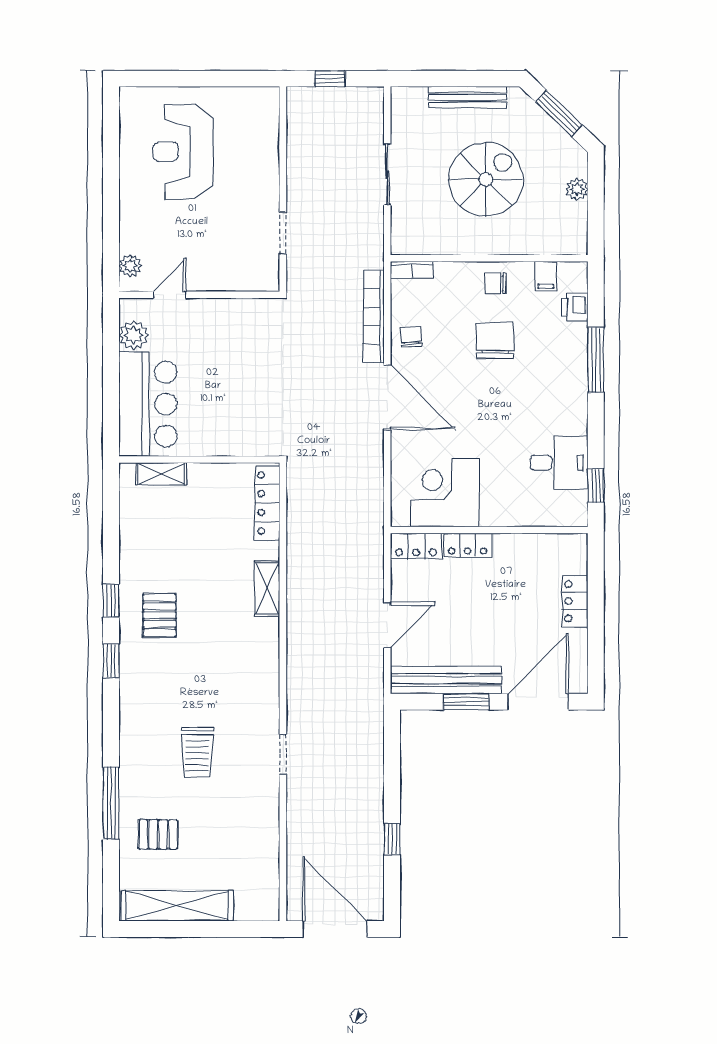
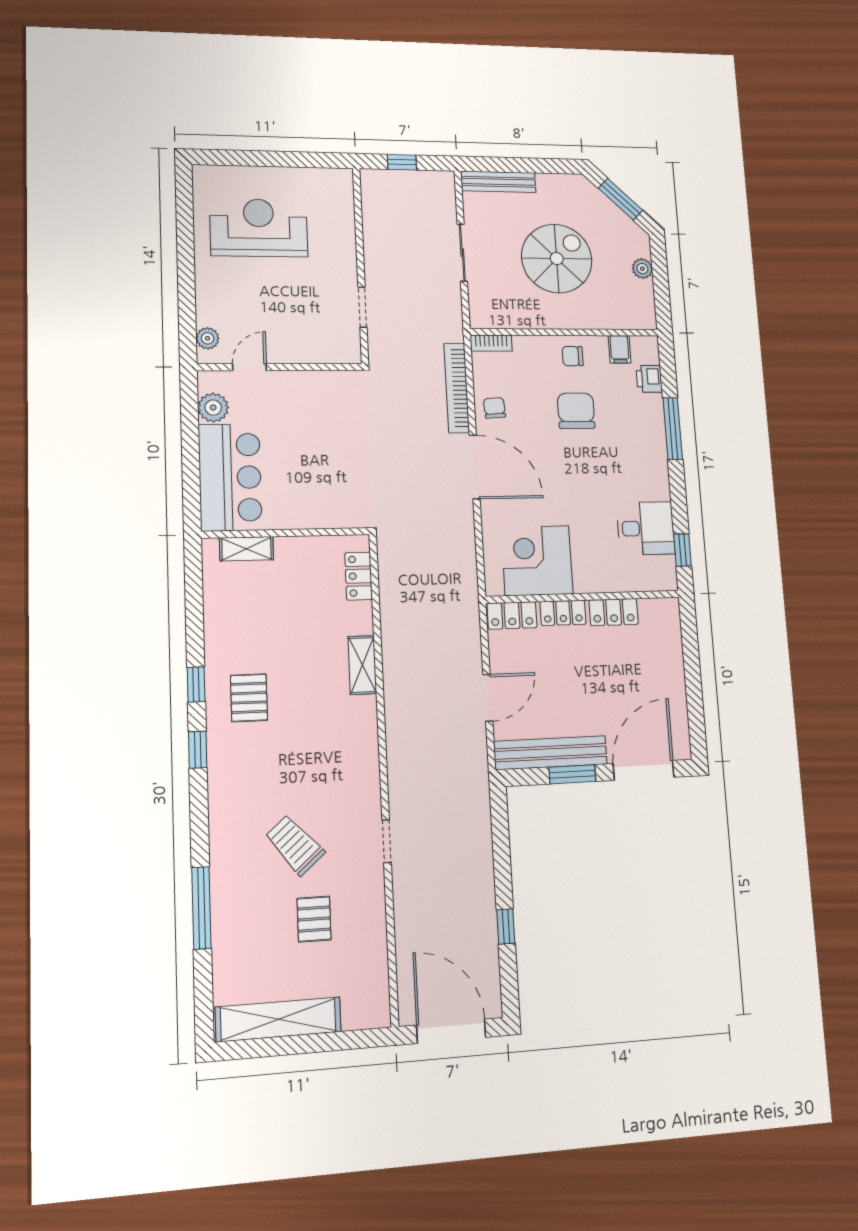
bench: (468, 97) -> (498, 182), moved
reception desk: (183, 152) -> (259, 228), turned 90
locker: (267, 503) -> (359, 576), width x0.66
locker: (575, 601) -> (614, 612), moved, turned -90
trolley: (197, 752) -> (295, 845), turned 139
pallet: (158, 834) -> (314, 919), moved, turned 90

